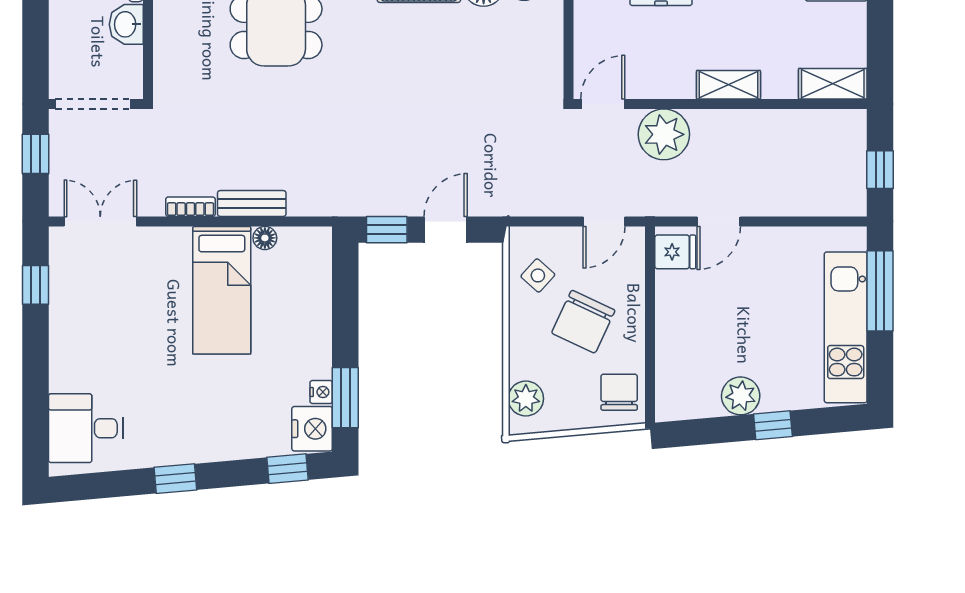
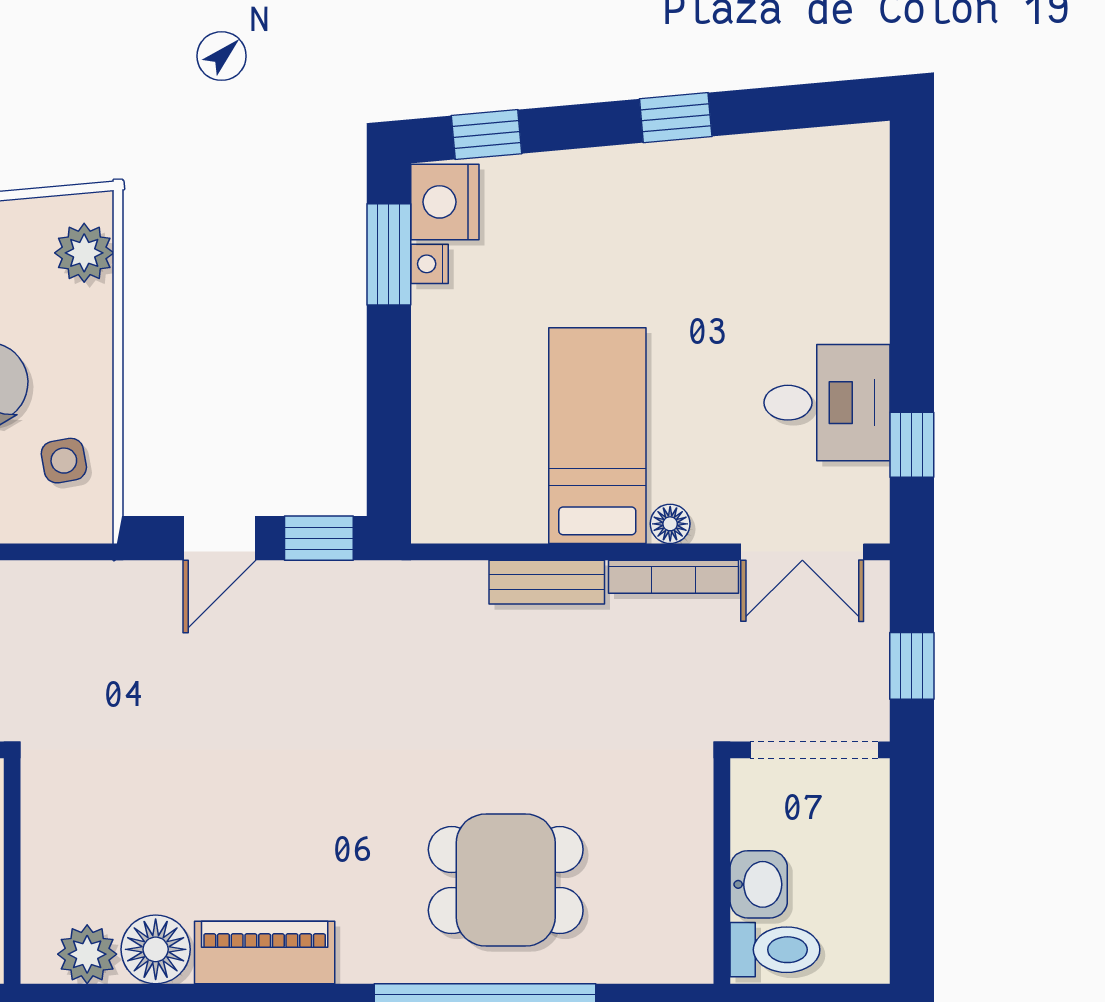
bookcase: (190, 207) -> (673, 577), width x1.56
floor lamp: (265, 238) -> (670, 524), moved
side table: (538, 275) -> (64, 461), turned 38
desk: (86, 428) -> (827, 403), moved

